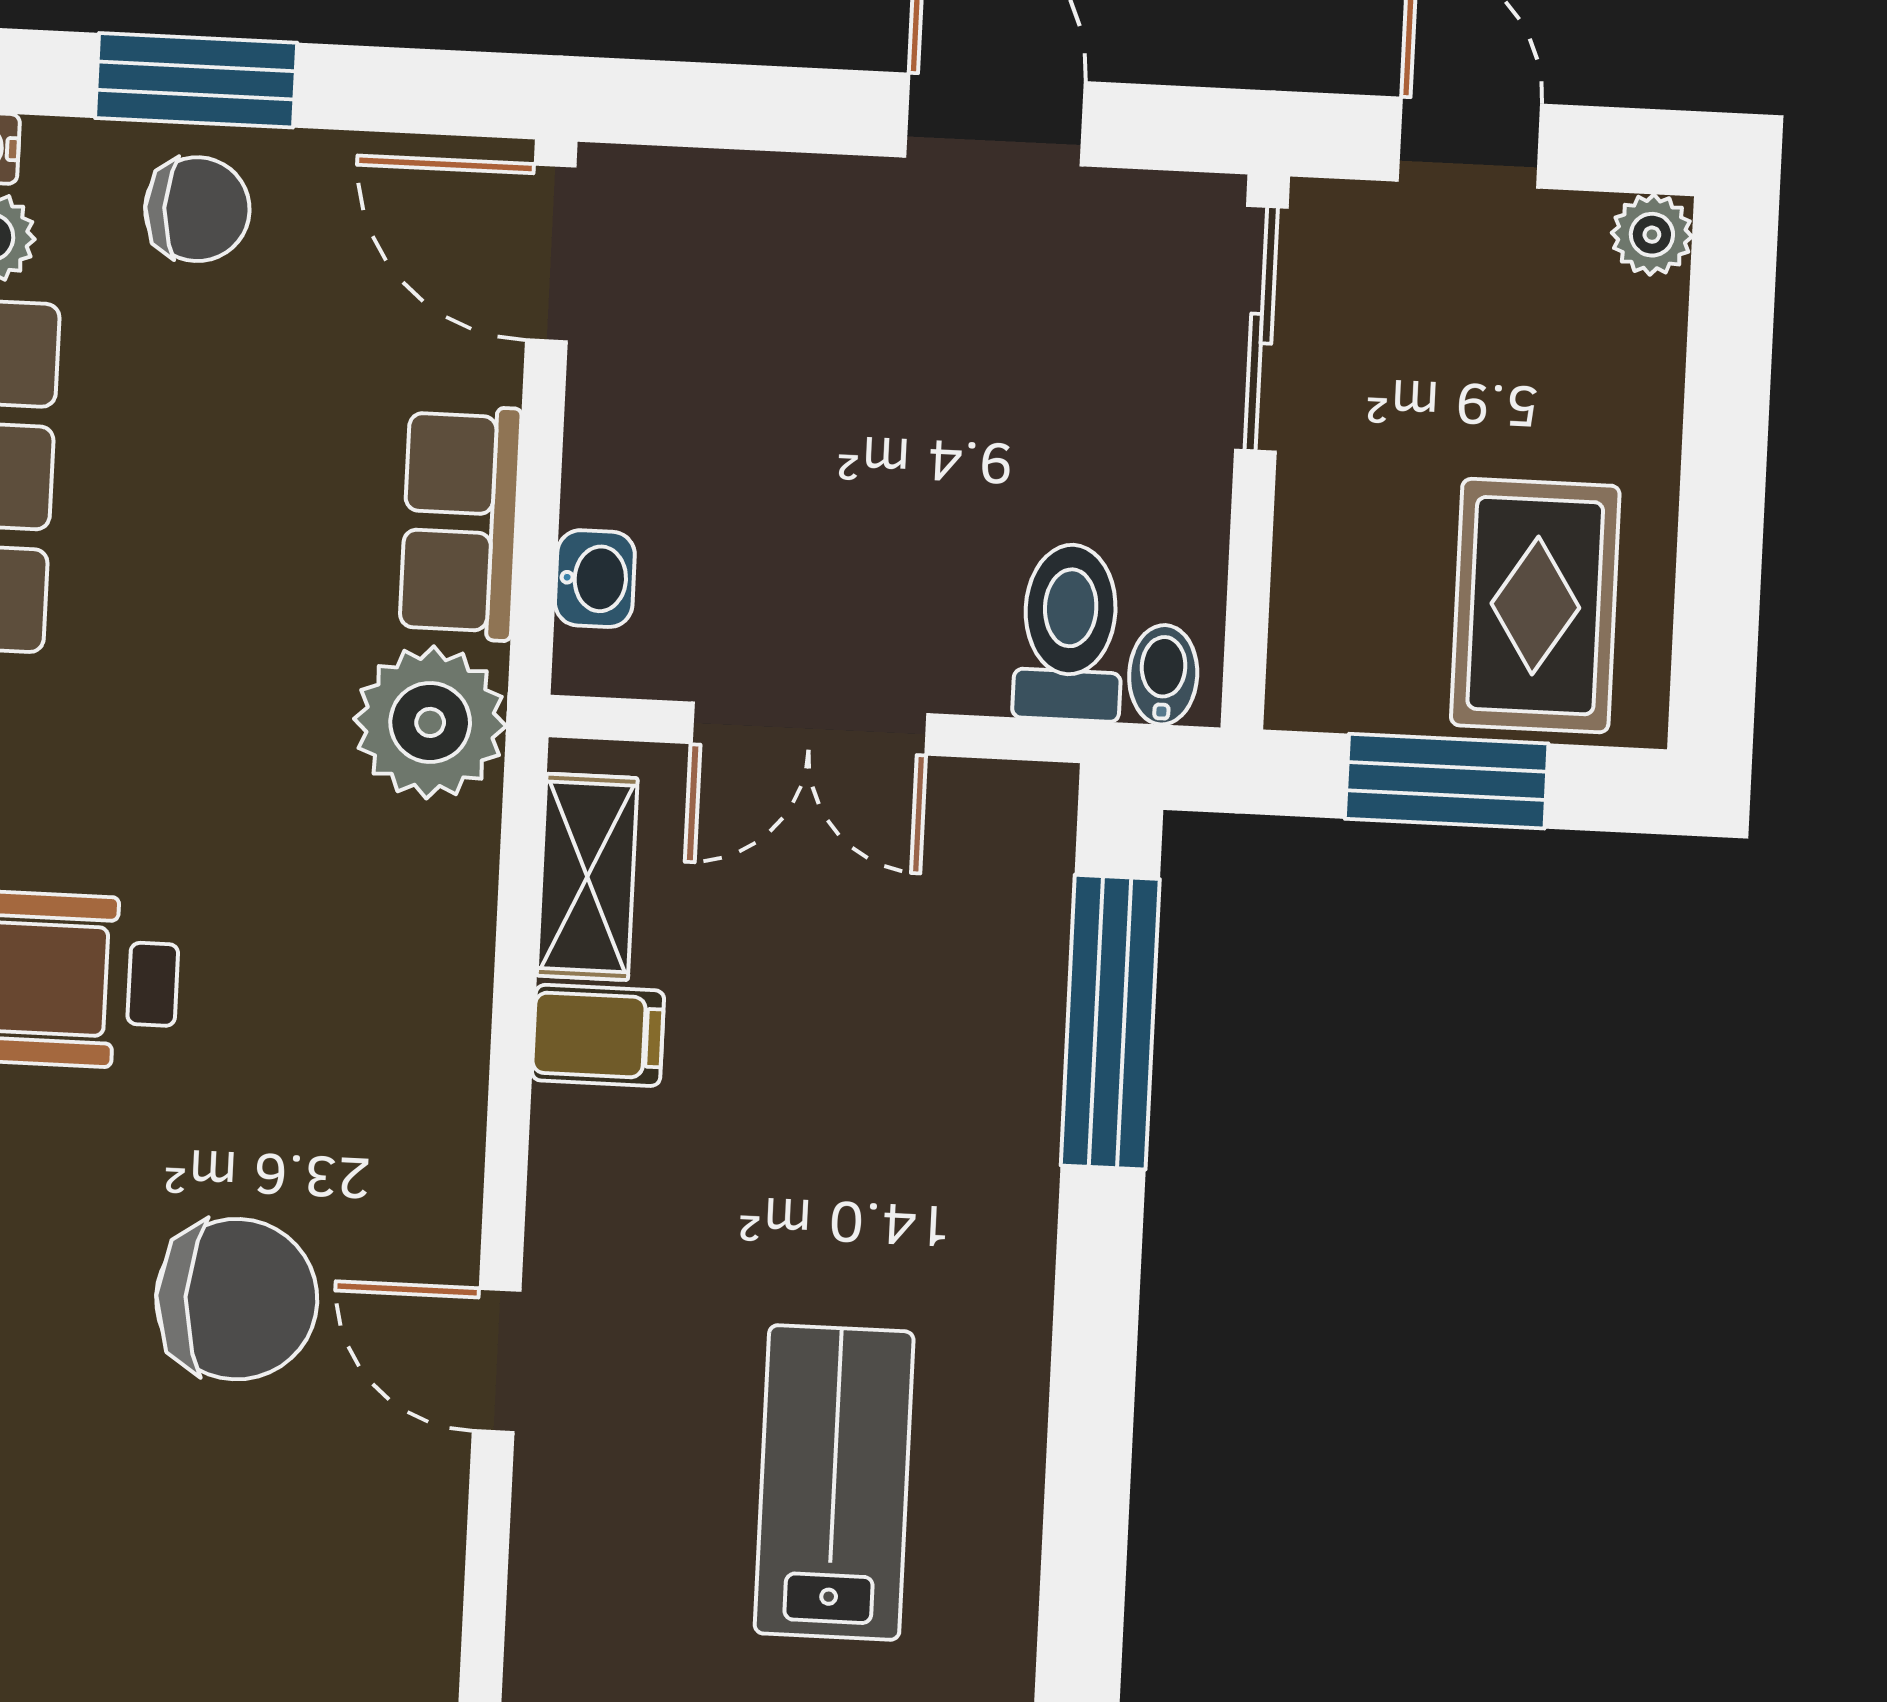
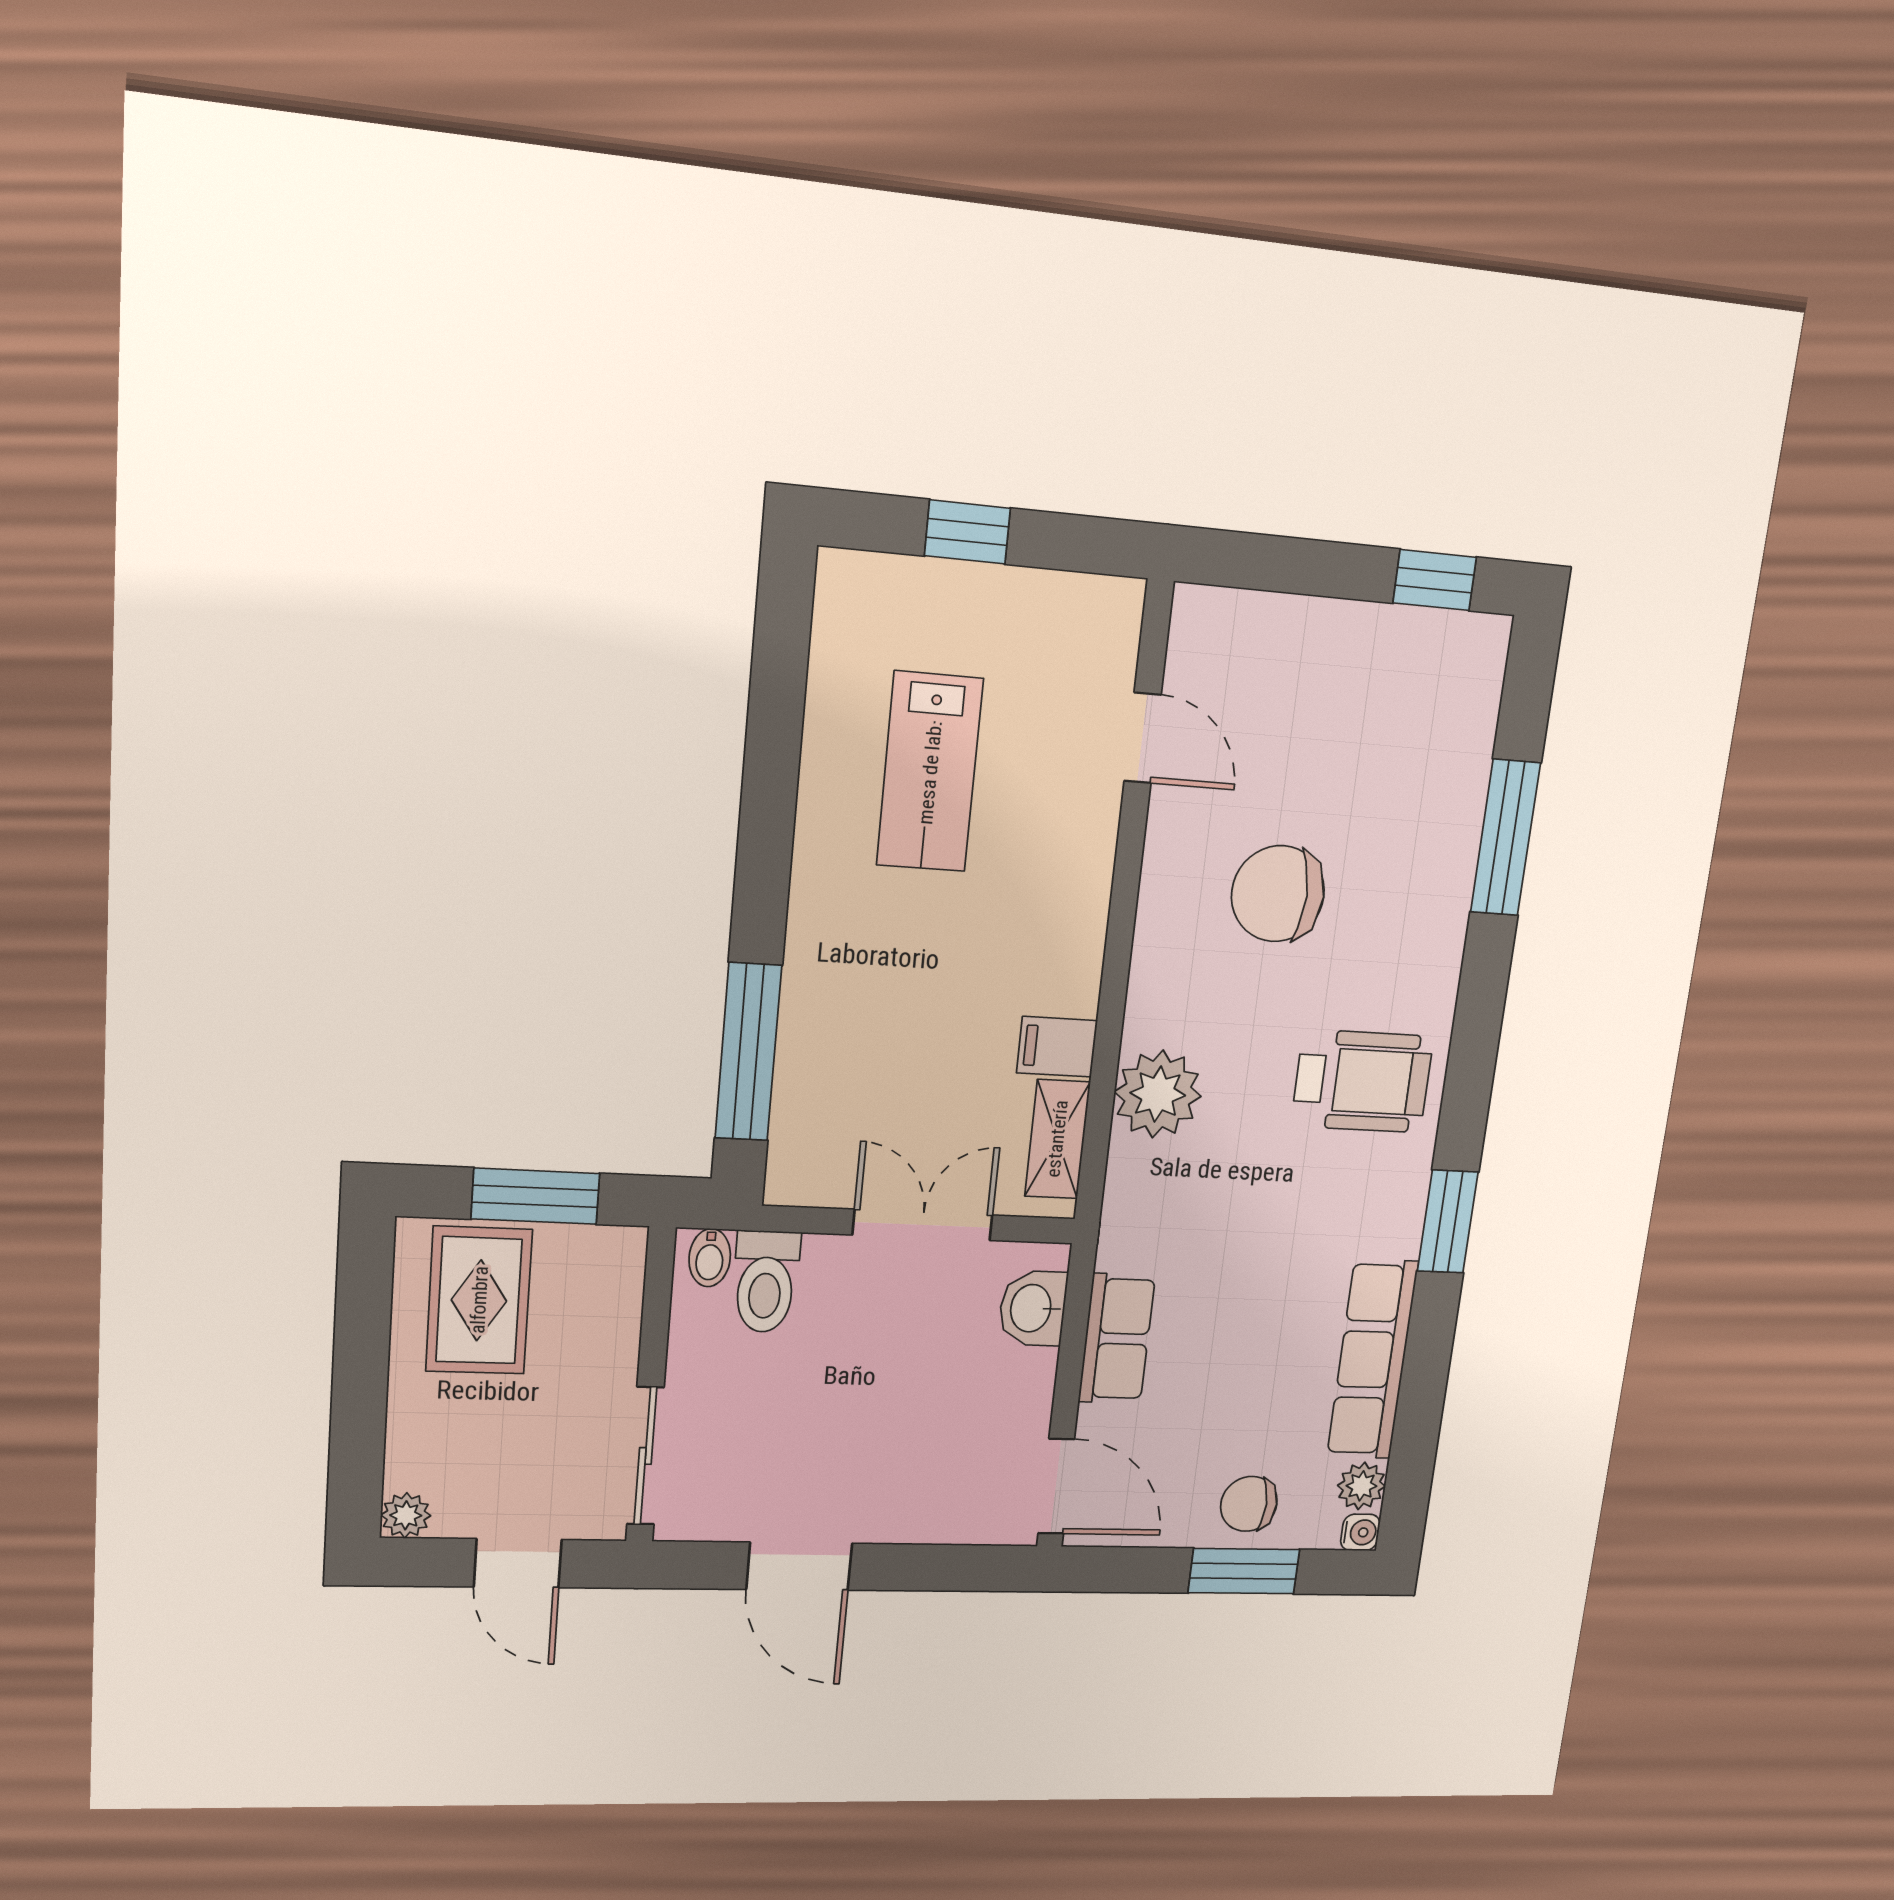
washbasin: (595, 579) -> (1033, 1308), width x1.38, depth x1.45
plant: (430, 722) -> (1158, 1094), moved
door: (497, 1361) -> (1143, 738), moved

